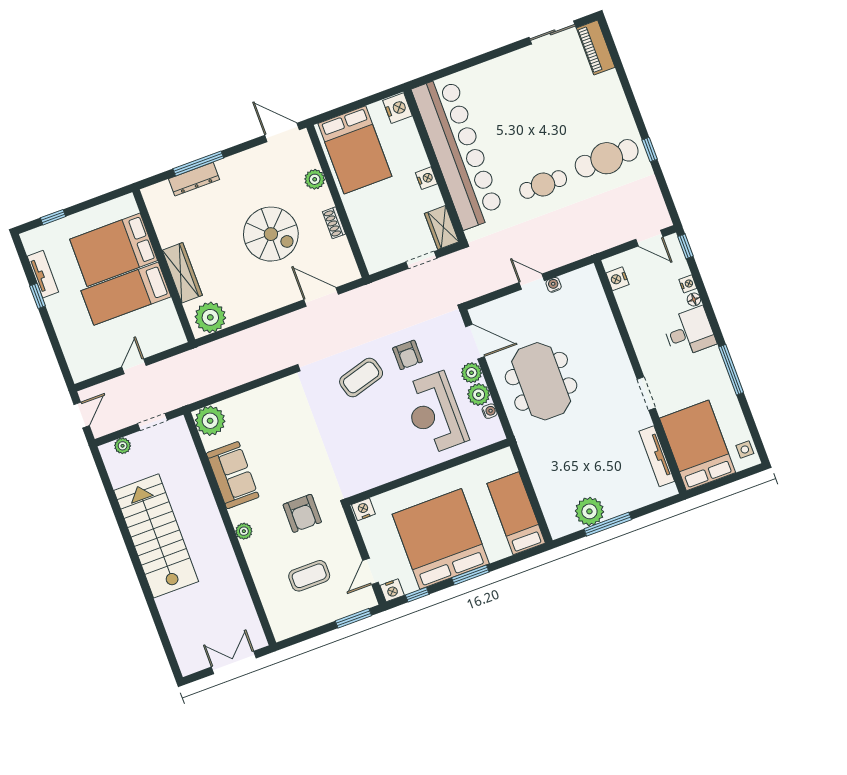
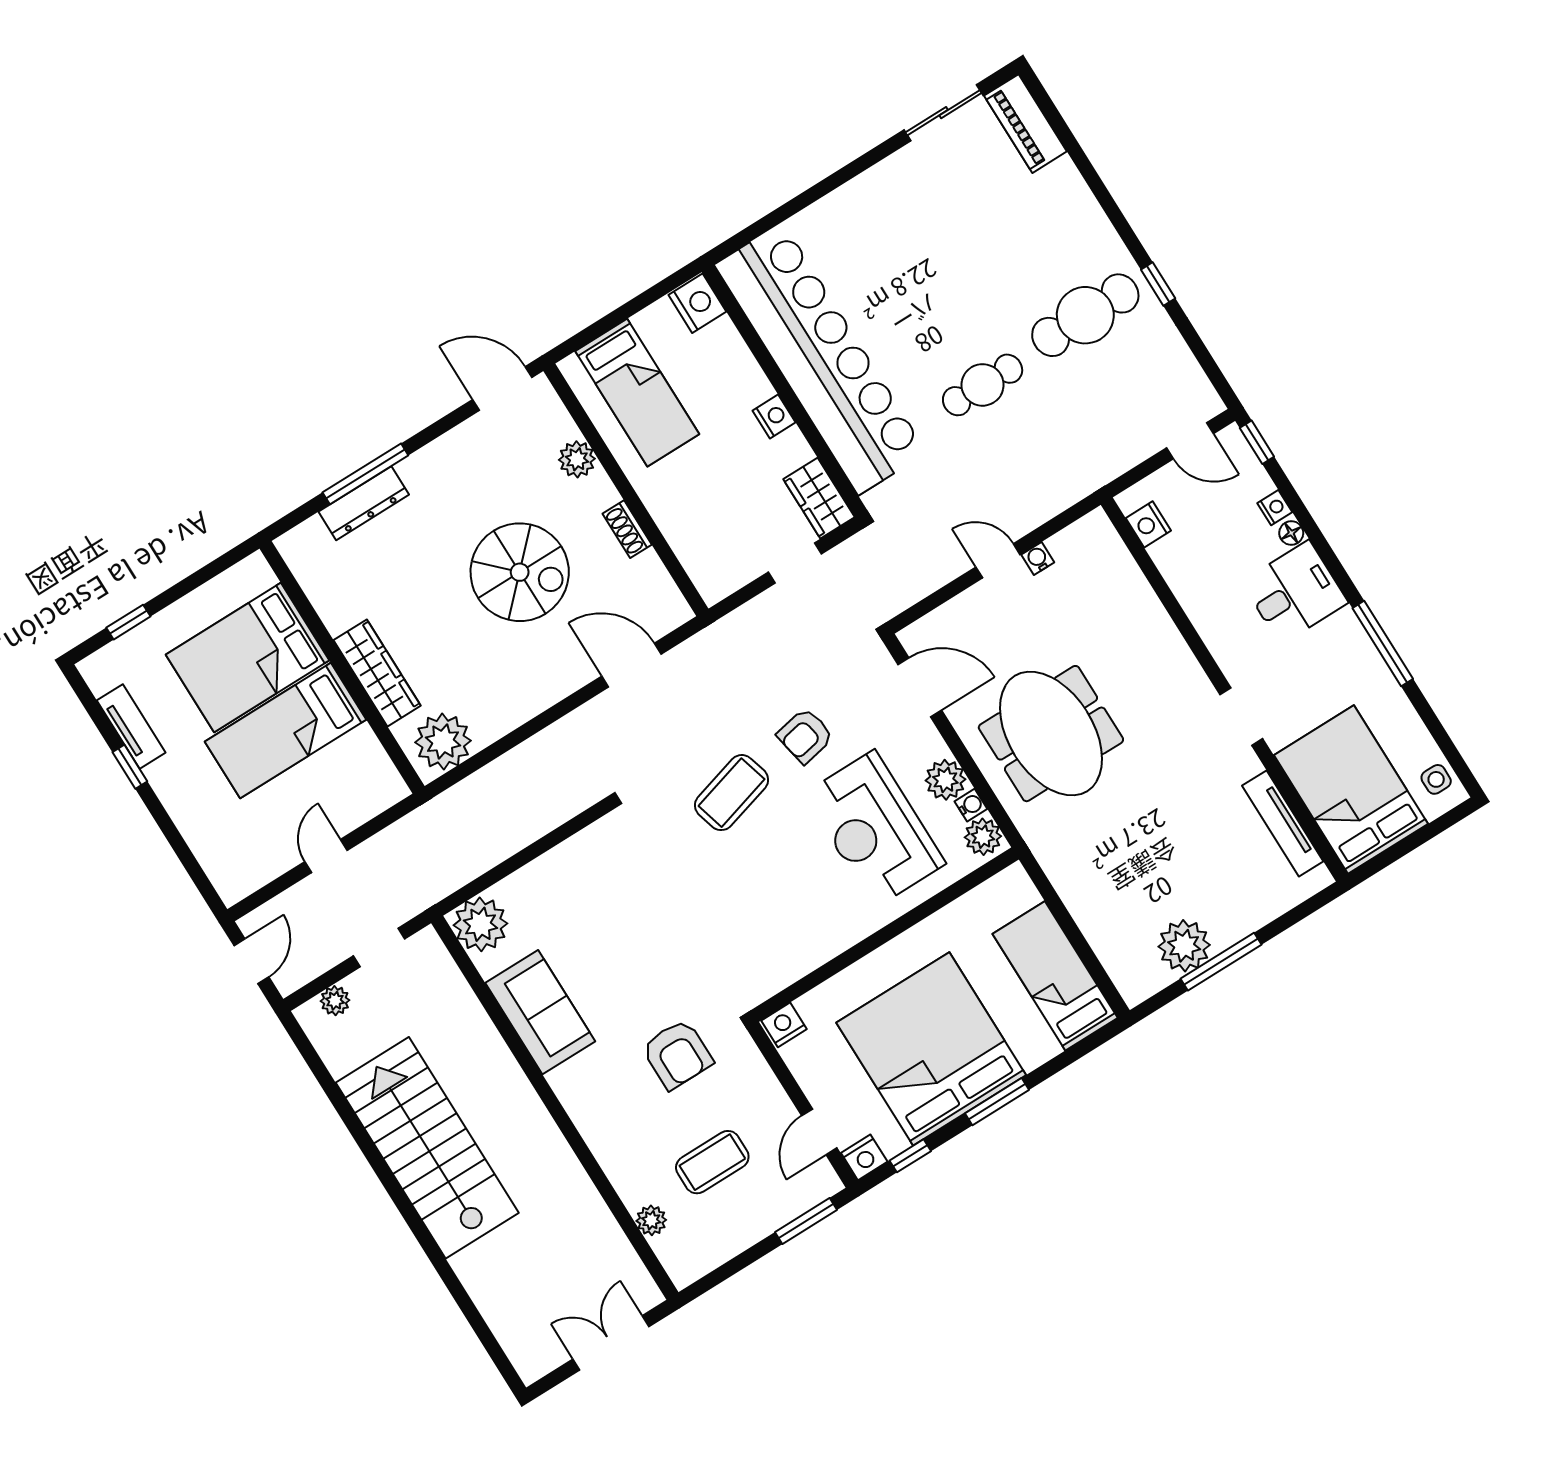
bed: (355, 150) -> (637, 393), width x0.67
armchair: (407, 355) -> (805, 736), turned 79
plant: (471, 373) -> (983, 837), moved
plant: (244, 531) -> (651, 1220), moved

